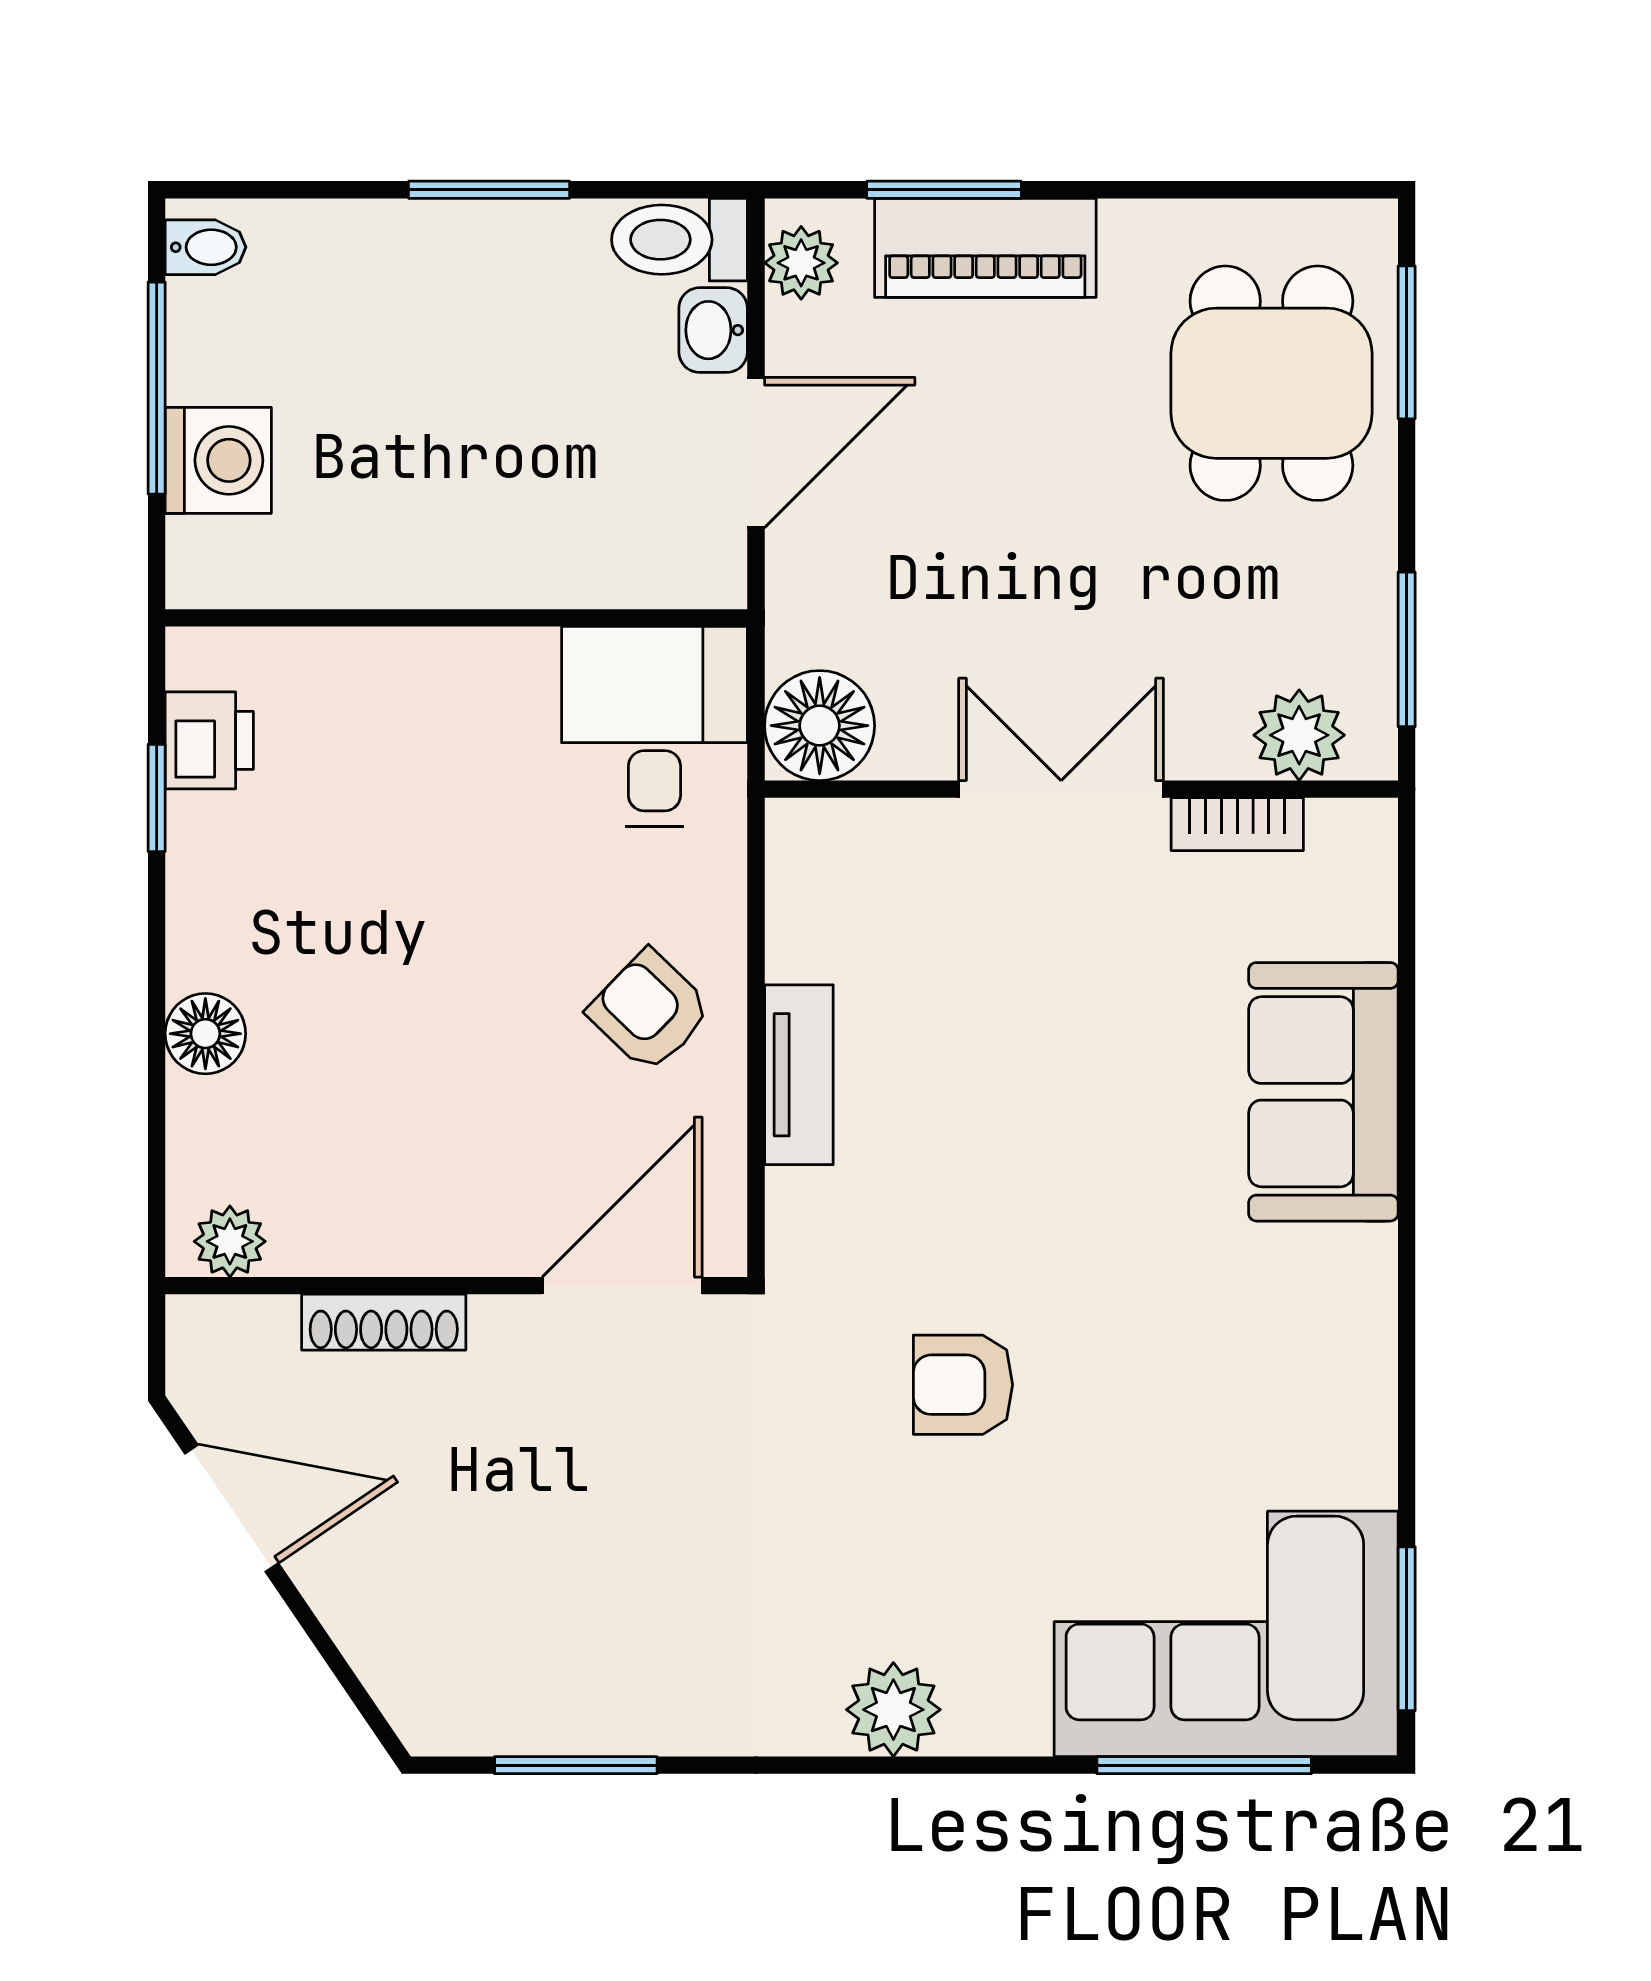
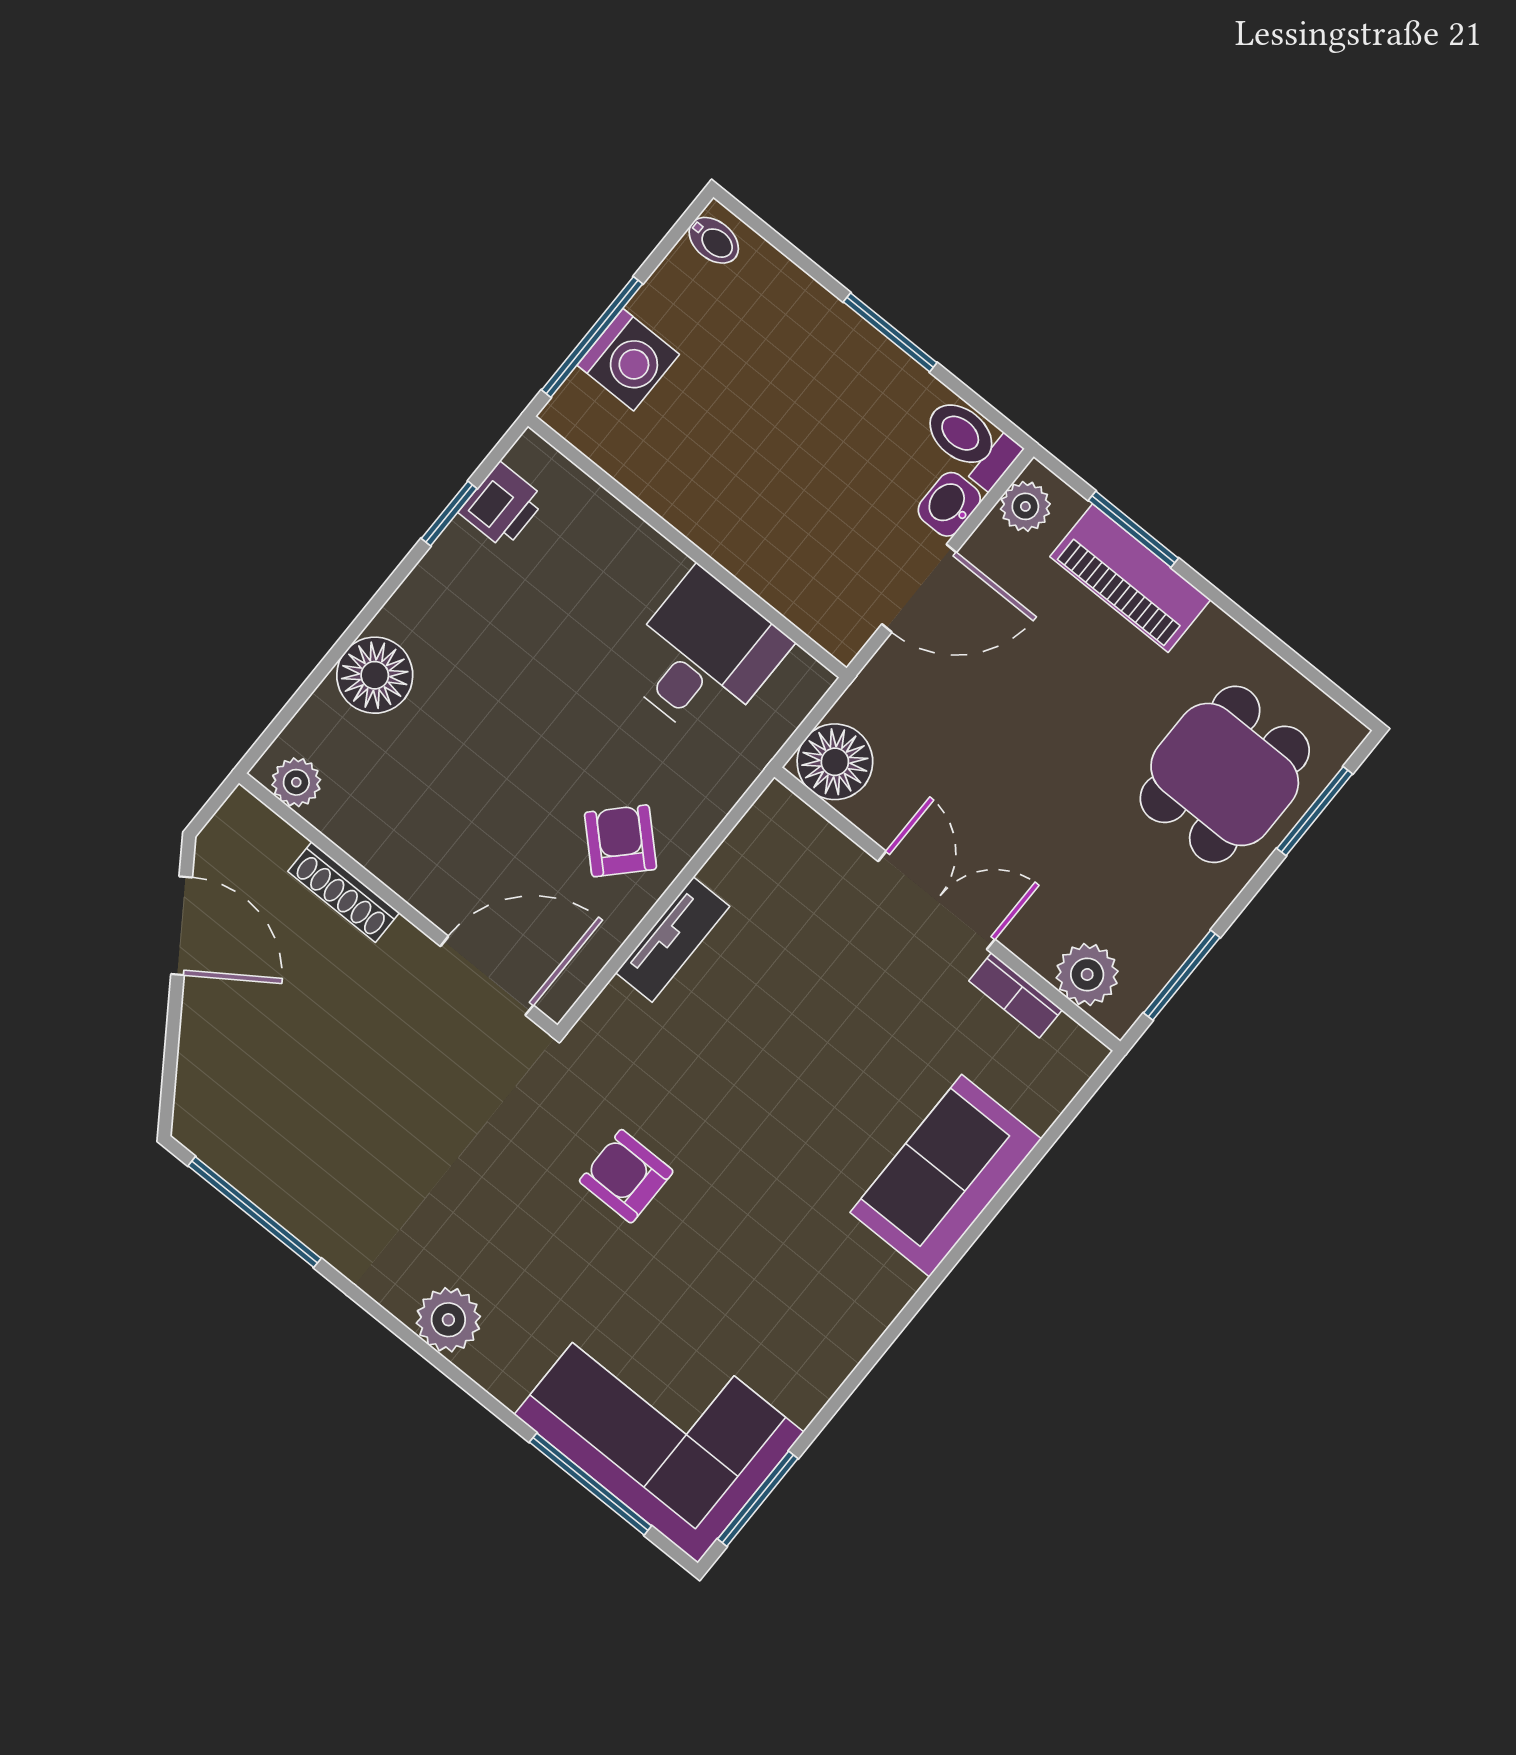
window: (157, 388) -> (592, 337), moved
desk: (654, 727) -> (703, 656), moved
floor lamp: (205, 1034) -> (375, 675), width x1.38, depth x1.38
window: (576, 1765) -> (255, 1212), width x1.44

